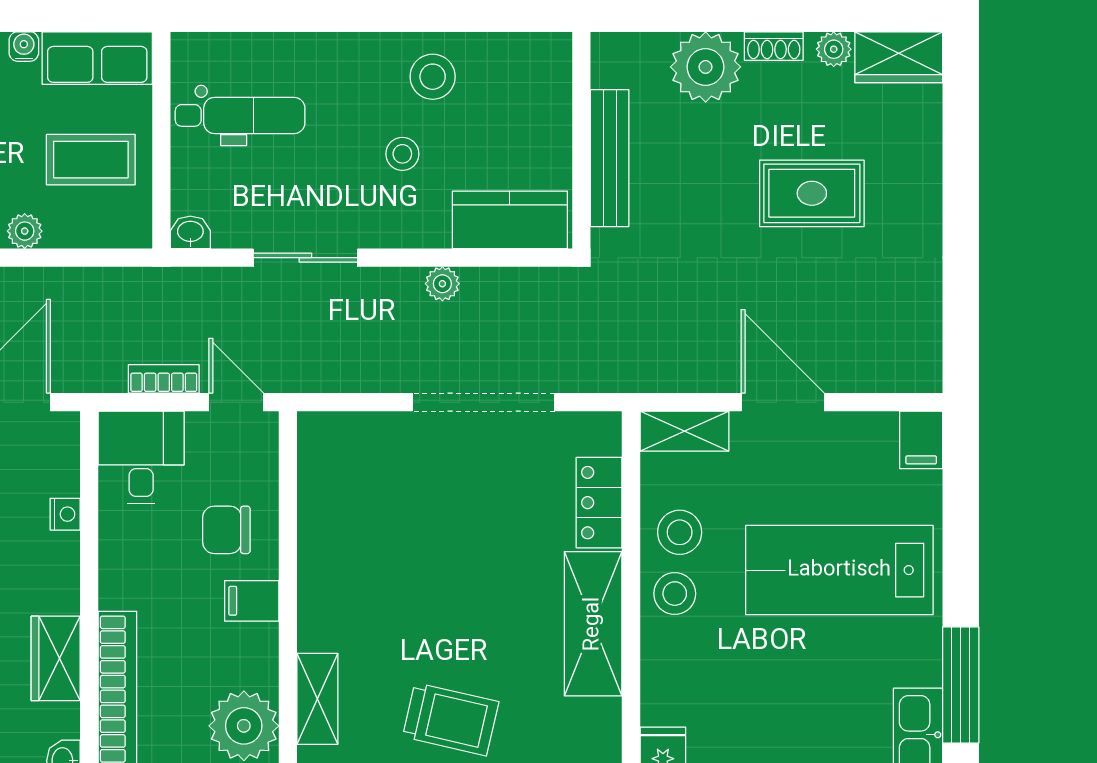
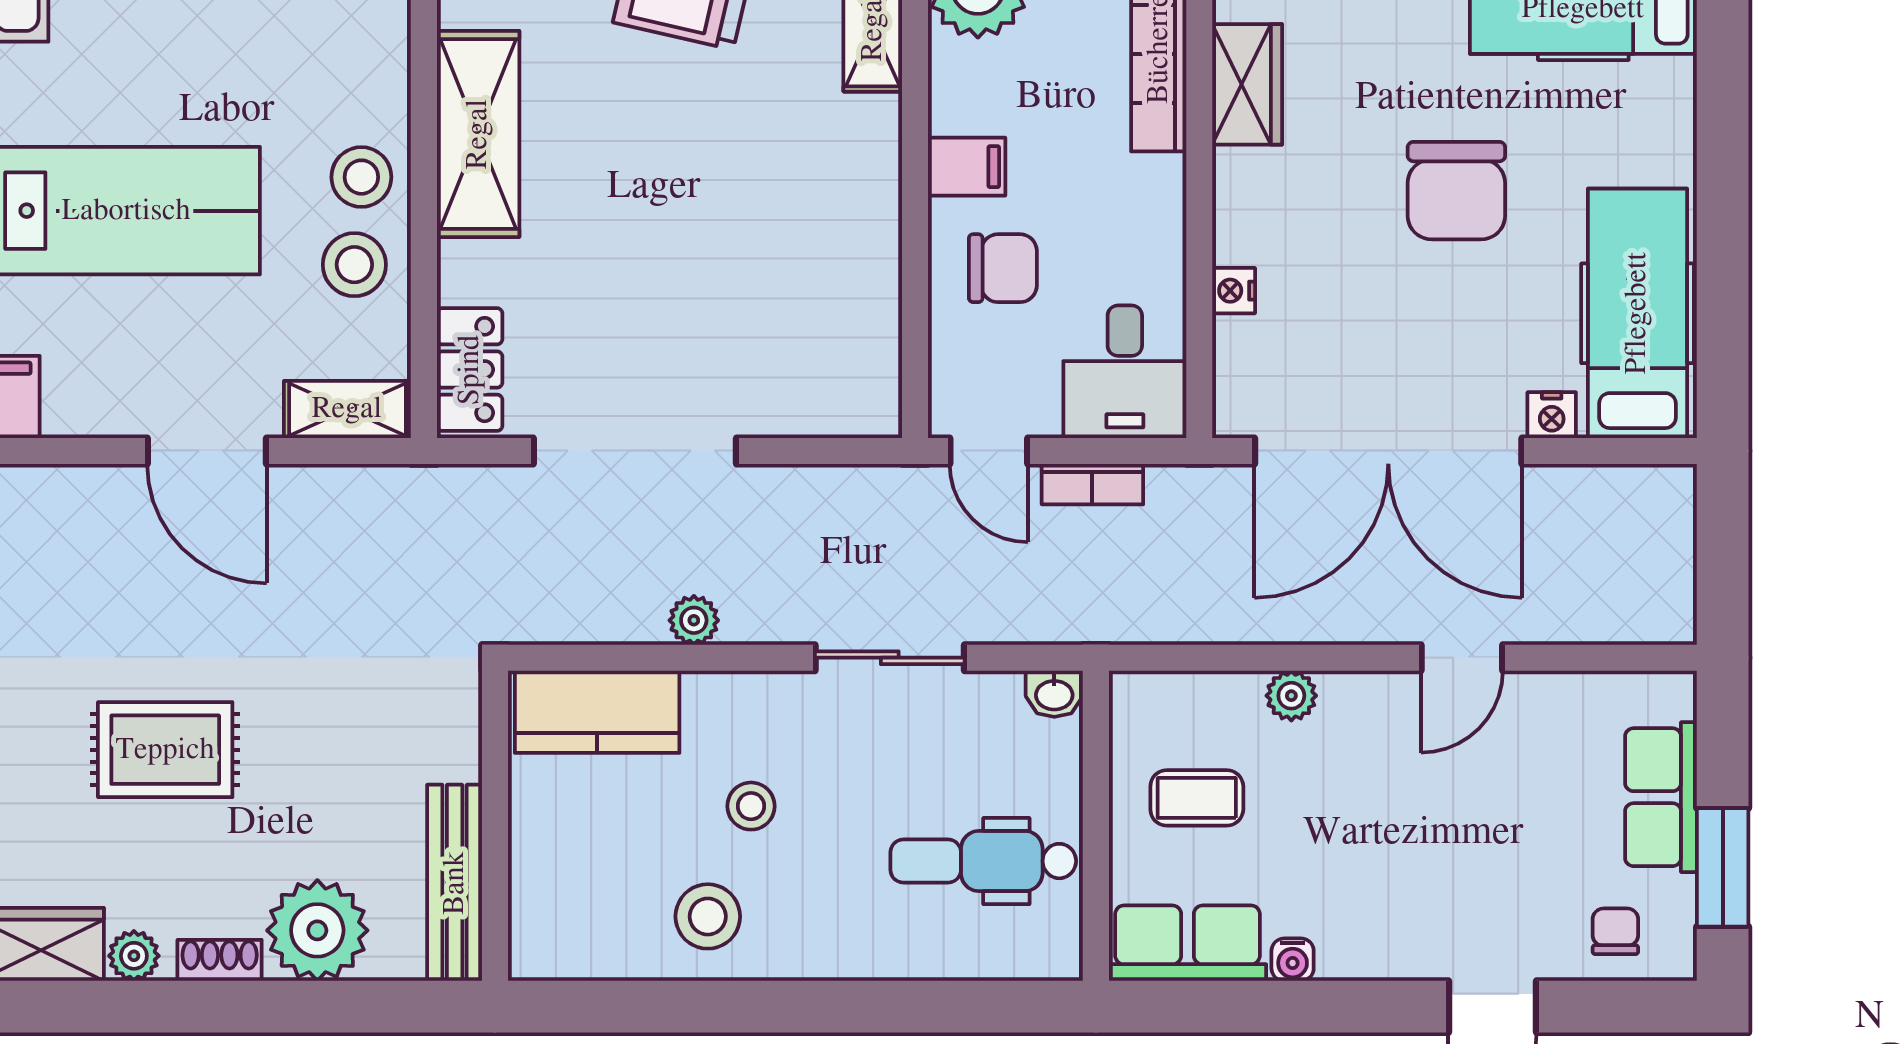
bench: (610, 158) -> (455, 883), moved
coffee table: (91, 160) -> (1197, 798), width x0.73, depth x0.77
locker: (599, 503) -> (470, 370), moved

